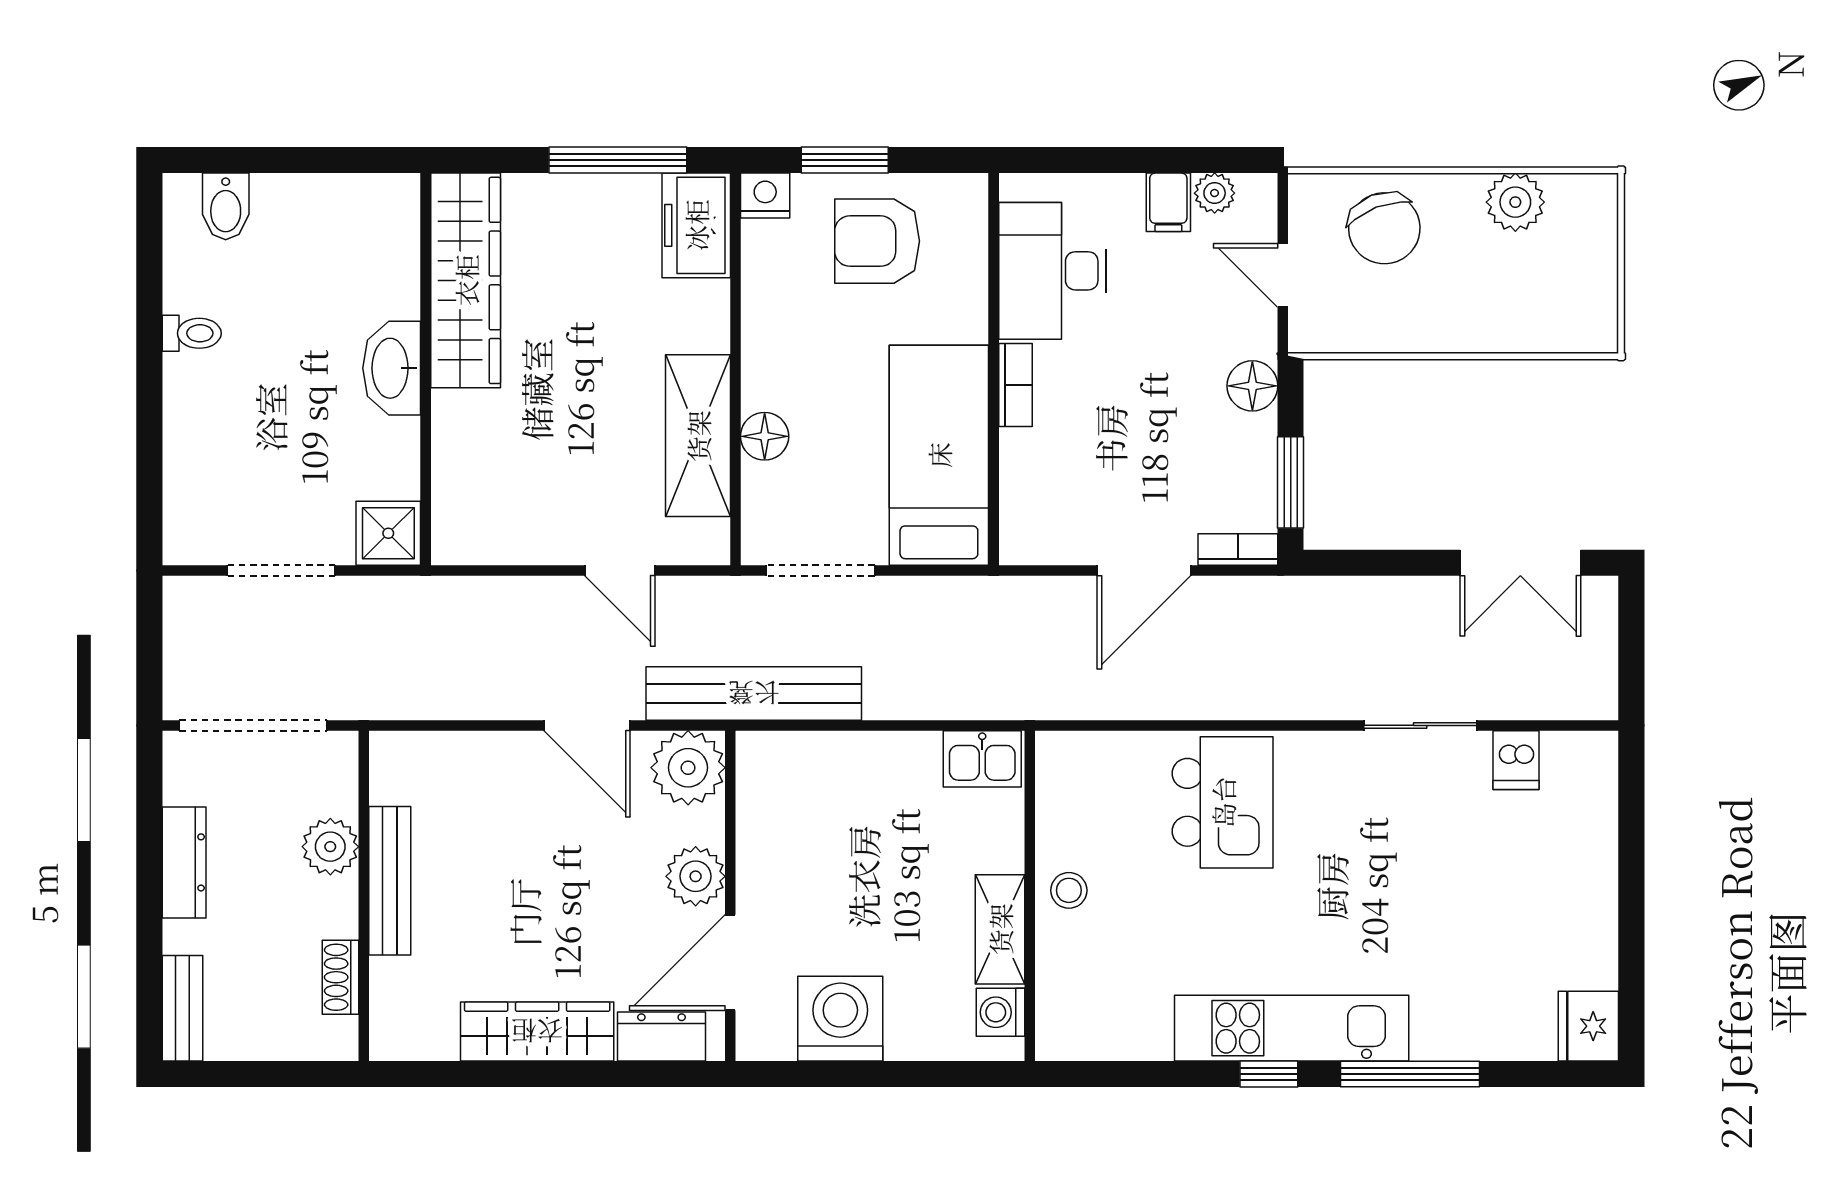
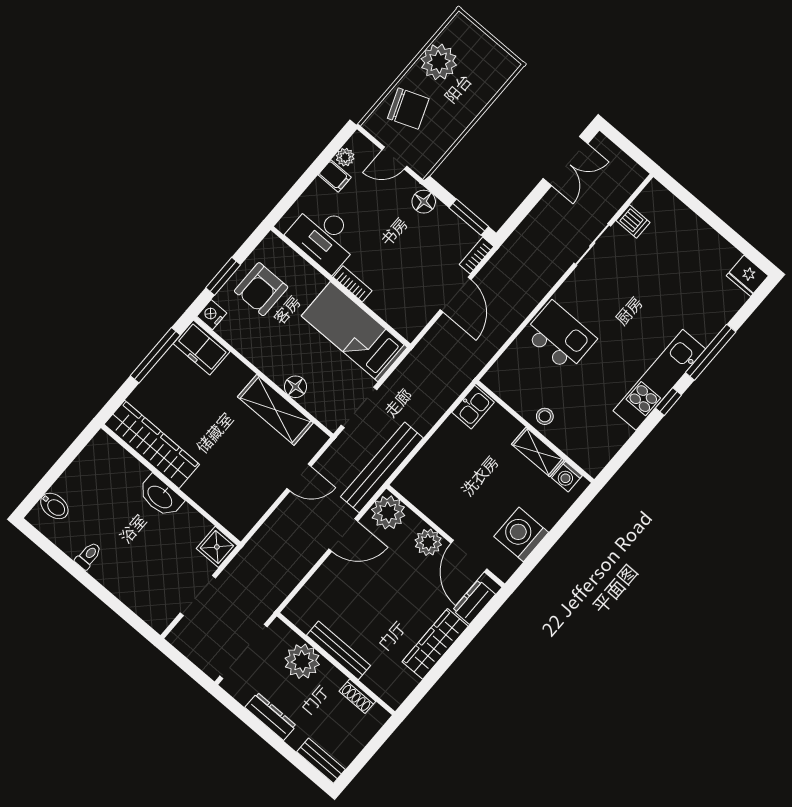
plant: (1515, 202) -> (439, 62), width x1.36, depth x1.36
plant: (330, 847) -> (302, 661), width x1.36, depth x1.36

